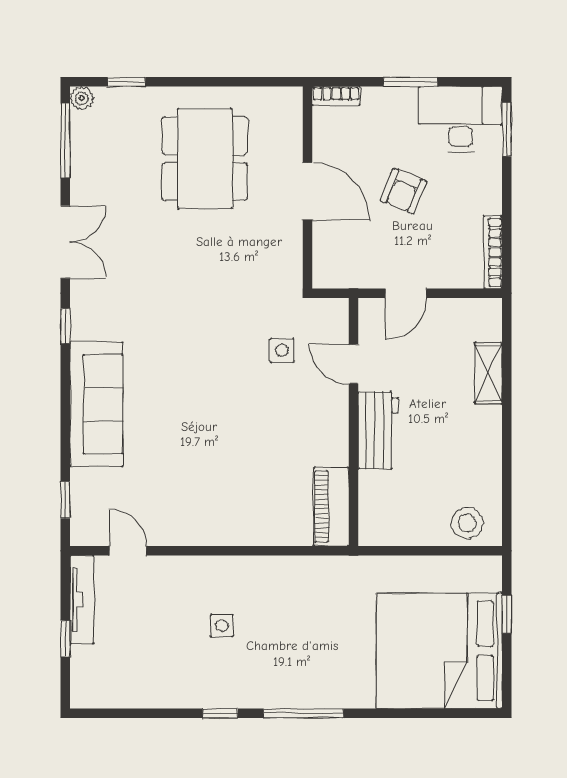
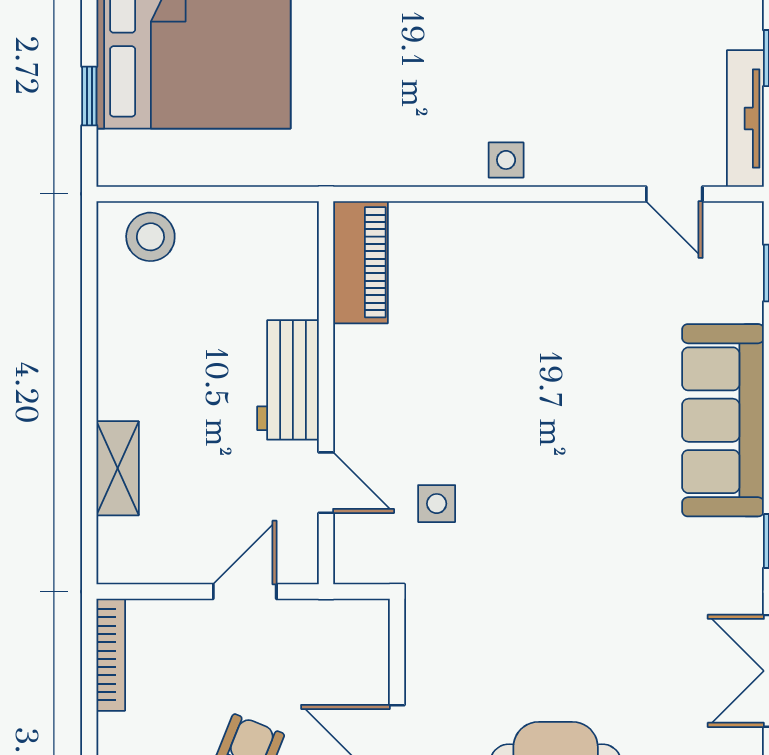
side table: (222, 626) -> (506, 160), moved

